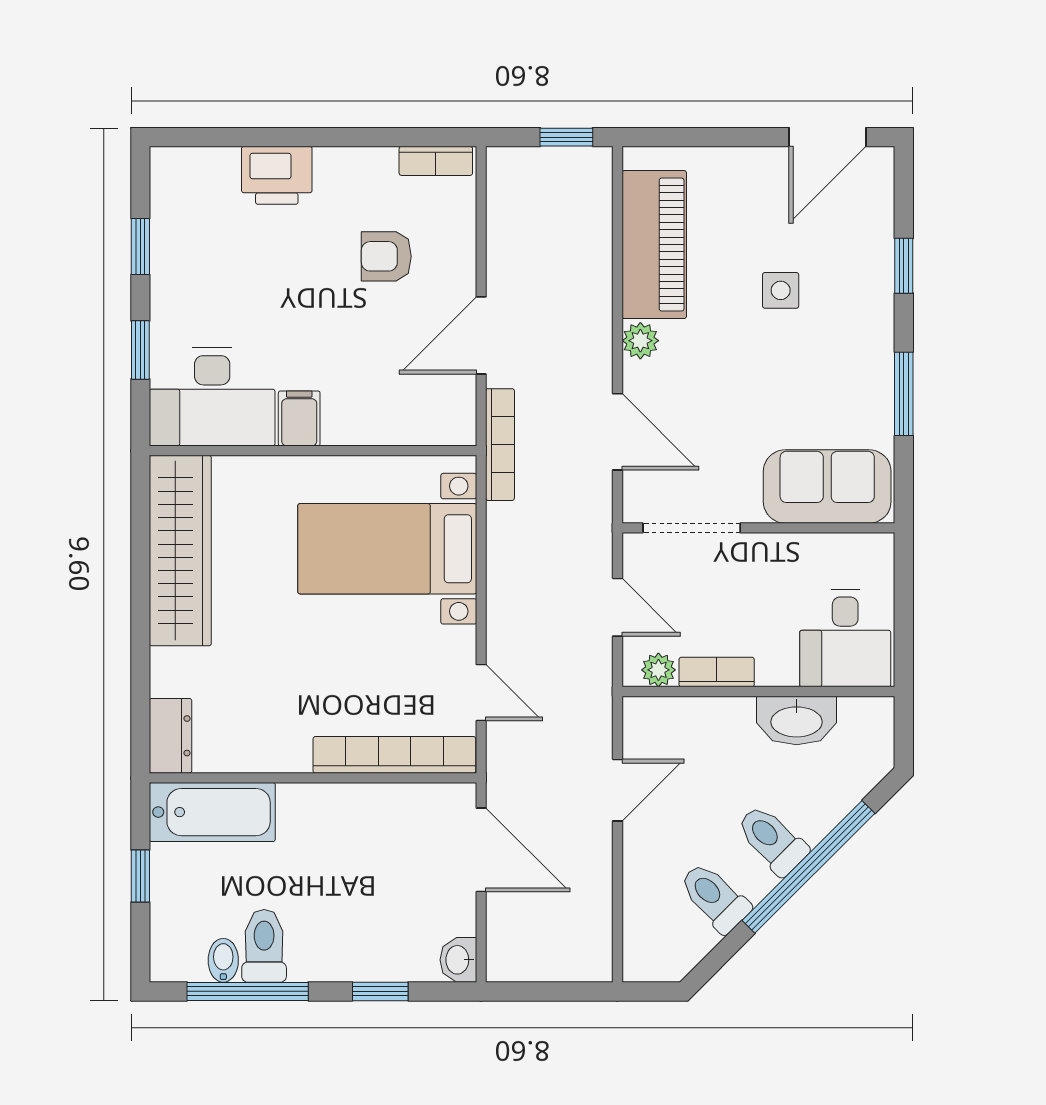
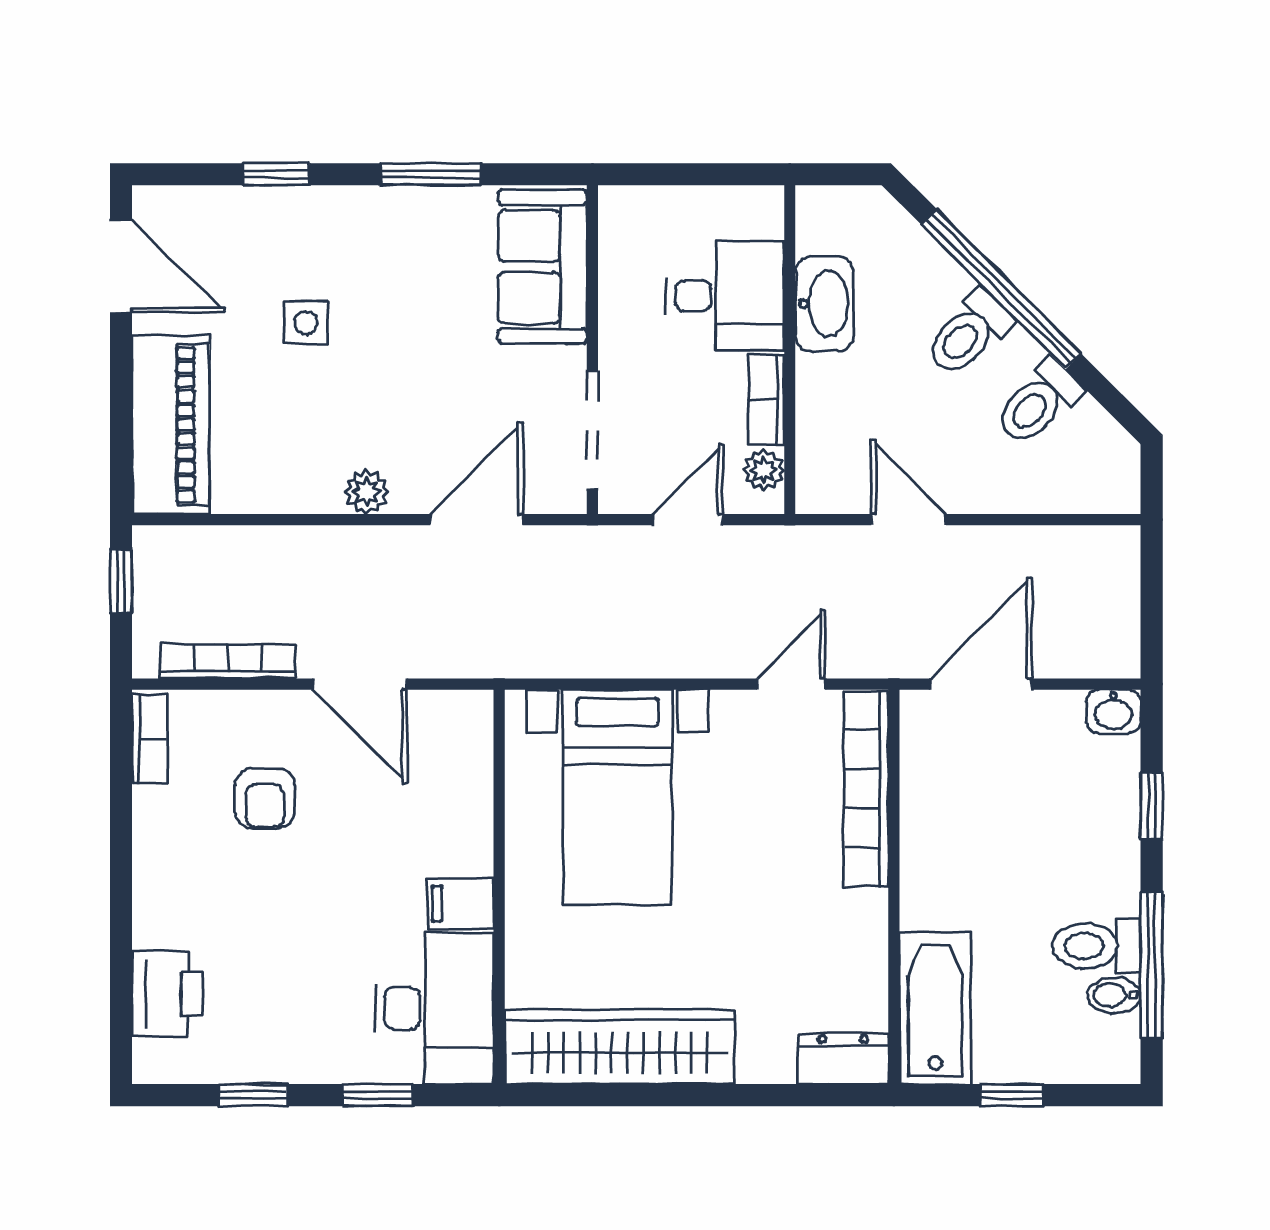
printer: (277, 175) -> (167, 994), moved
piano: (654, 245) -> (171, 425), moved, turned 90
bookcase: (500, 445) -> (228, 661), moved
desk: (845, 638) -> (725, 296), moved

